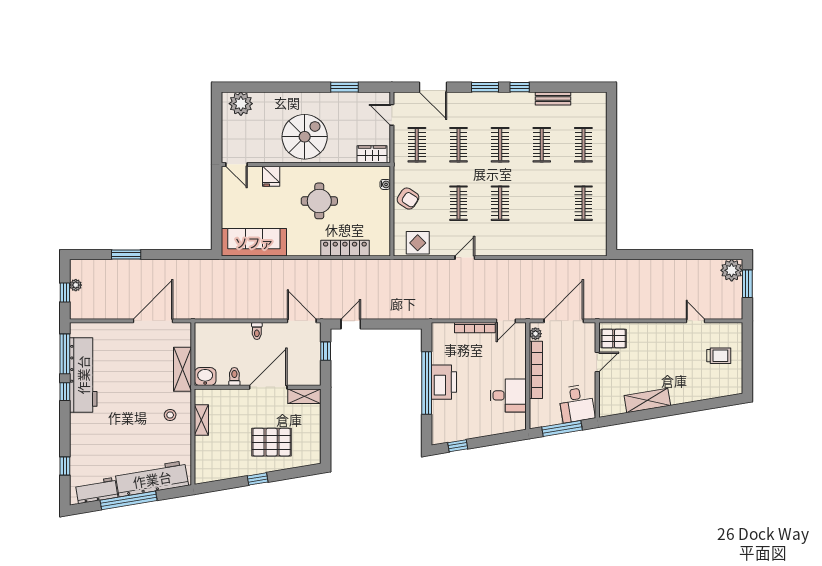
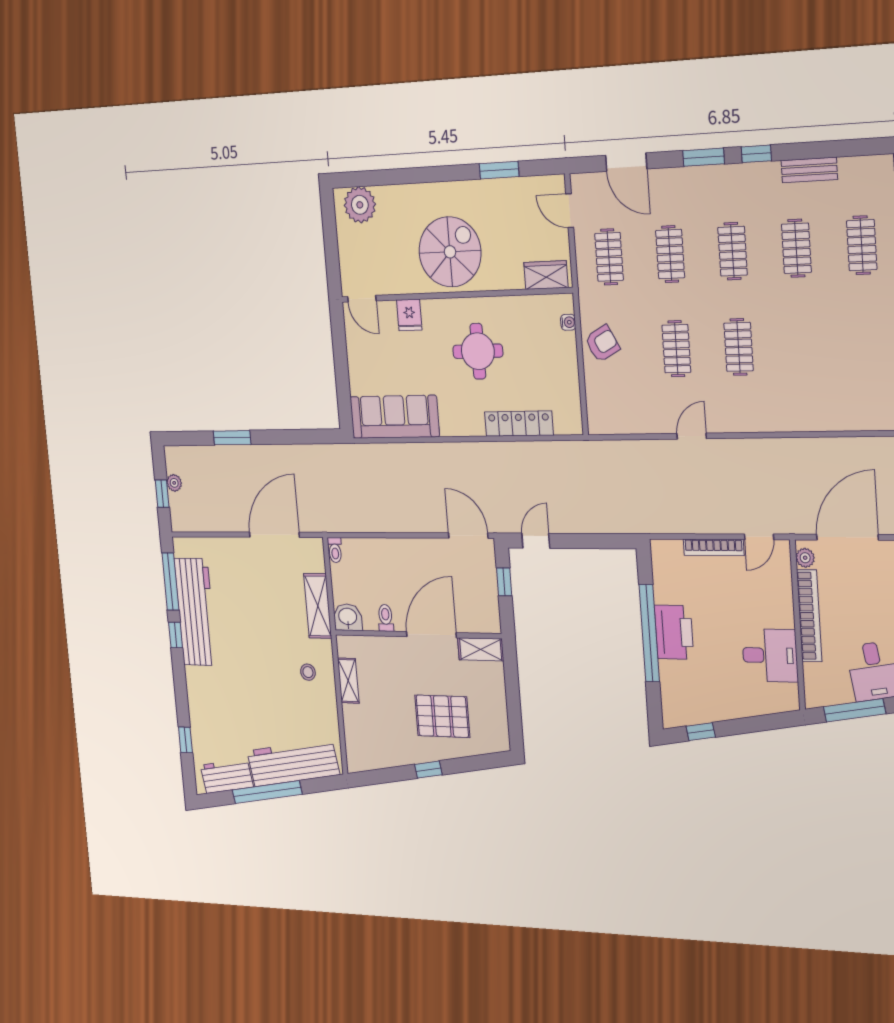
armchair: (408, 199) -> (602, 344), turned -61
clothes rail: (583, 203) -> (867, 343), removed
display table: (418, 243) -> (621, 413), removed
toilet: (257, 331) -> (335, 550), moved

